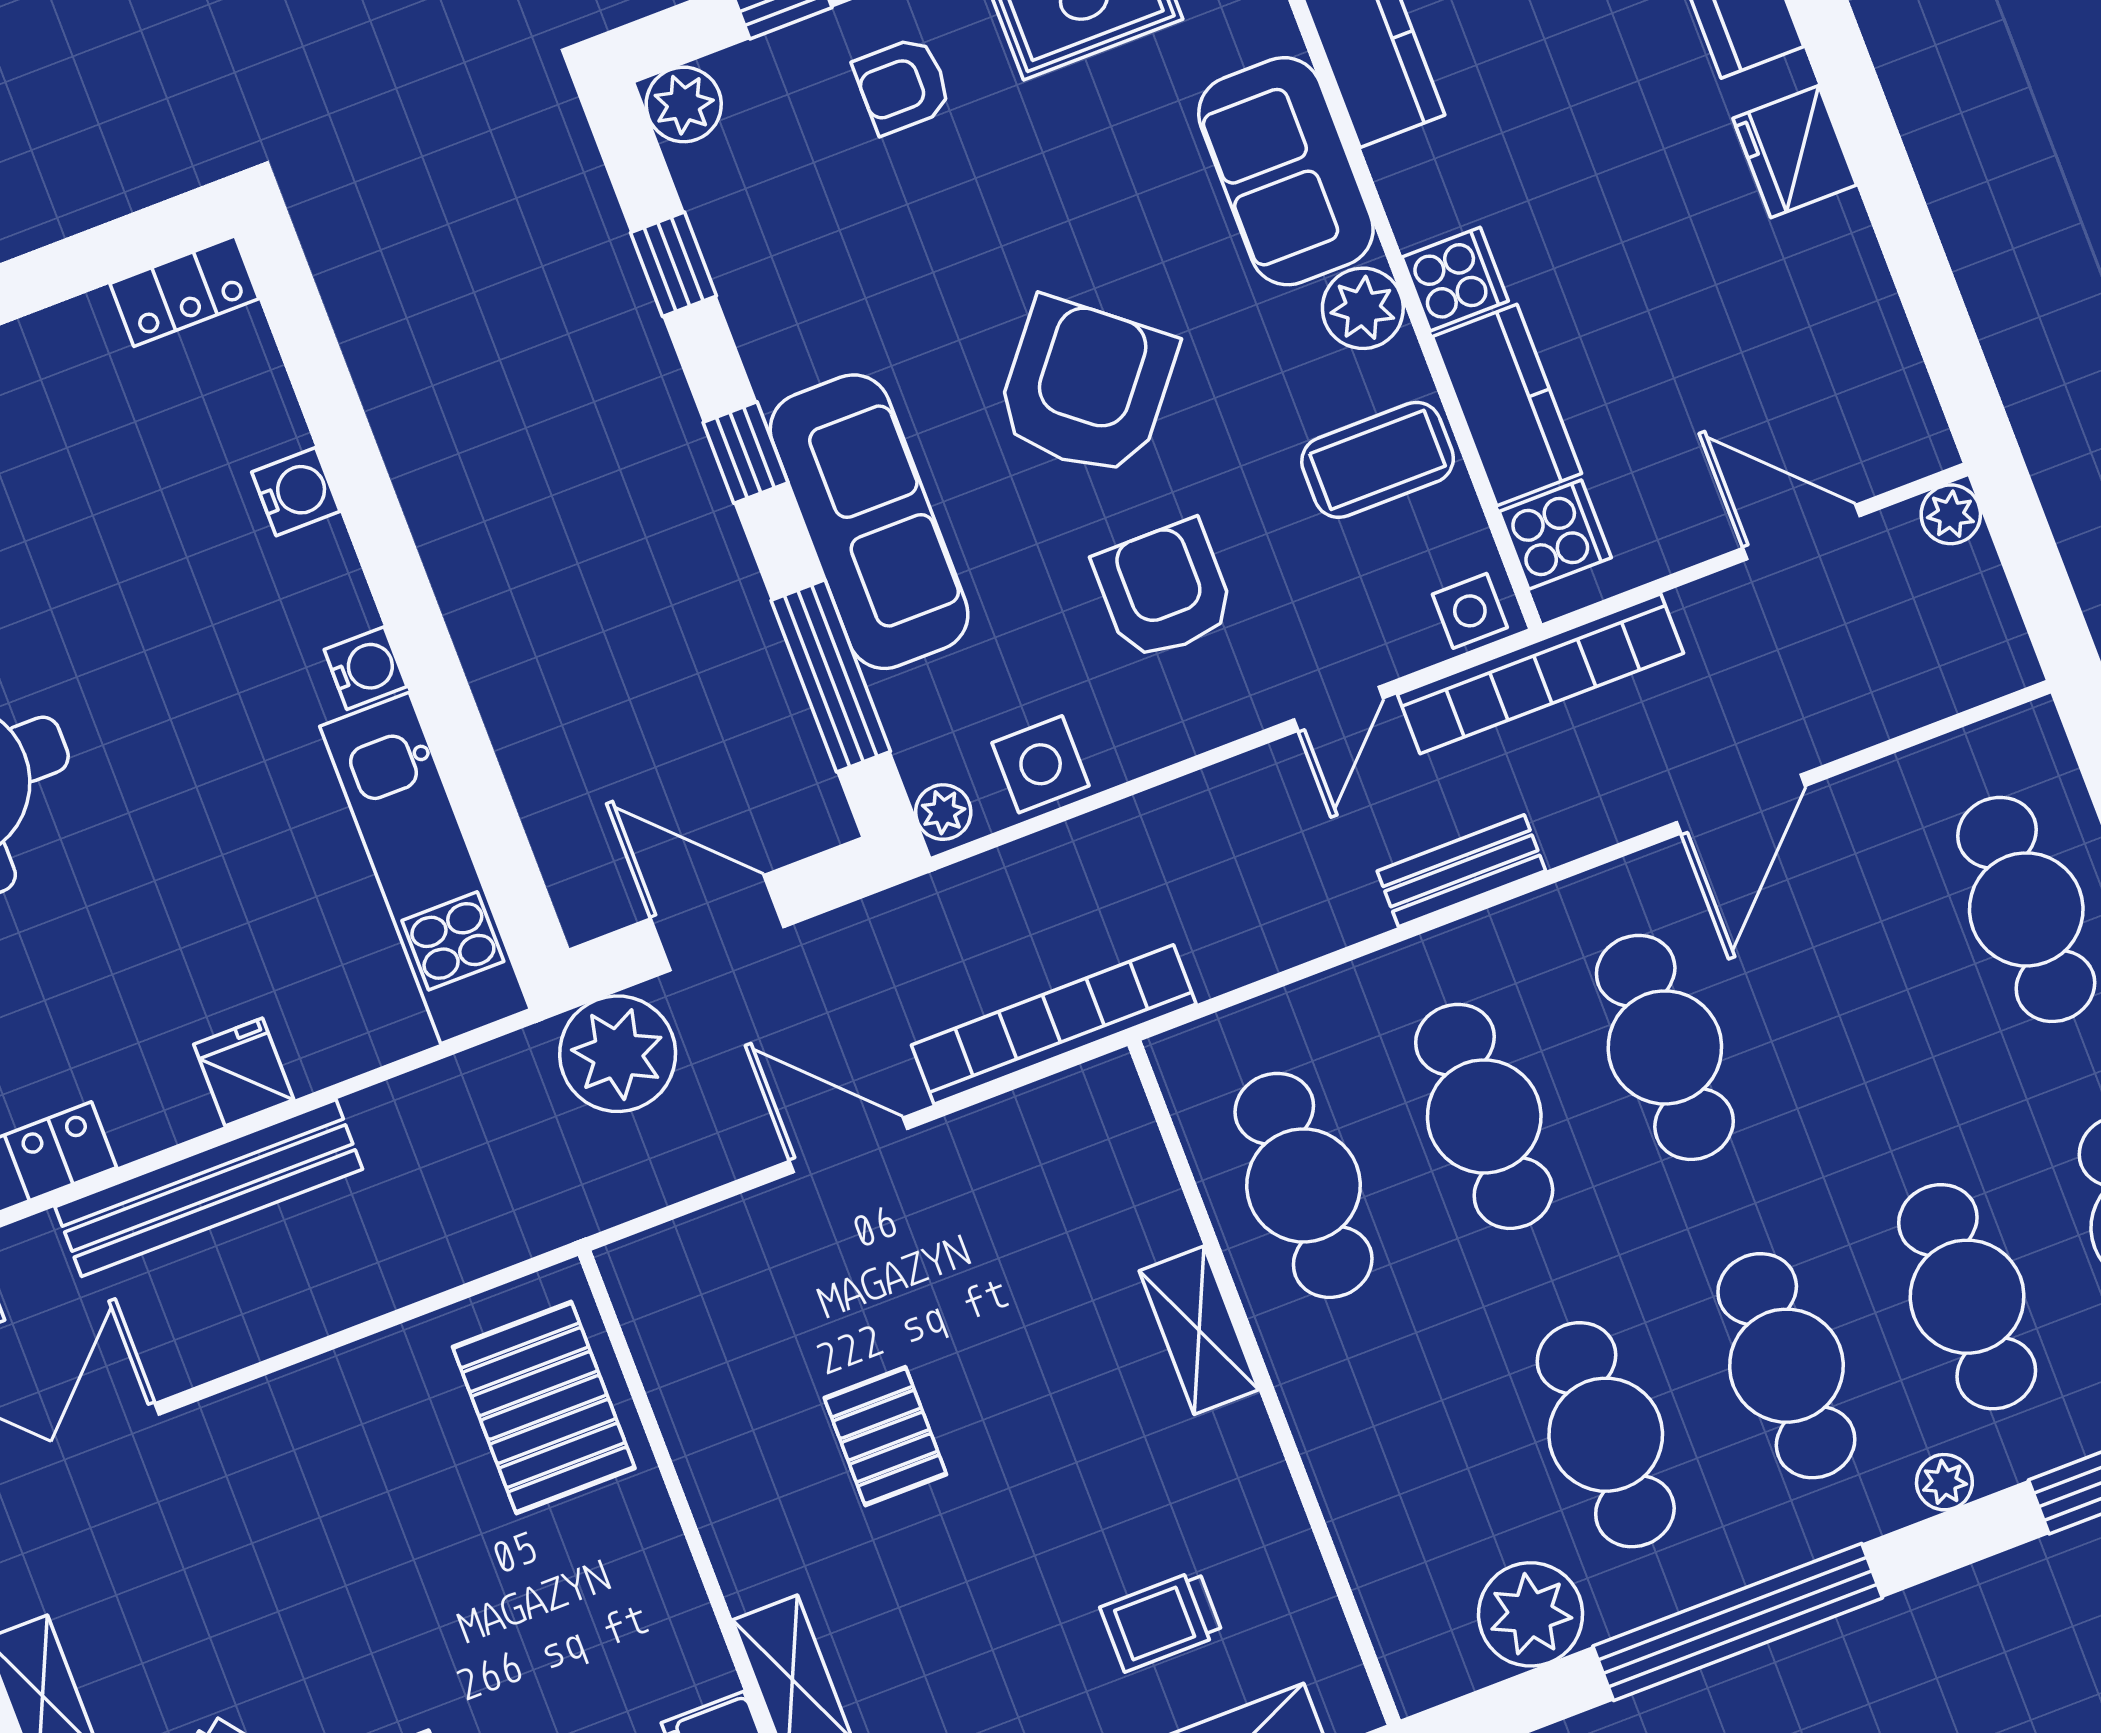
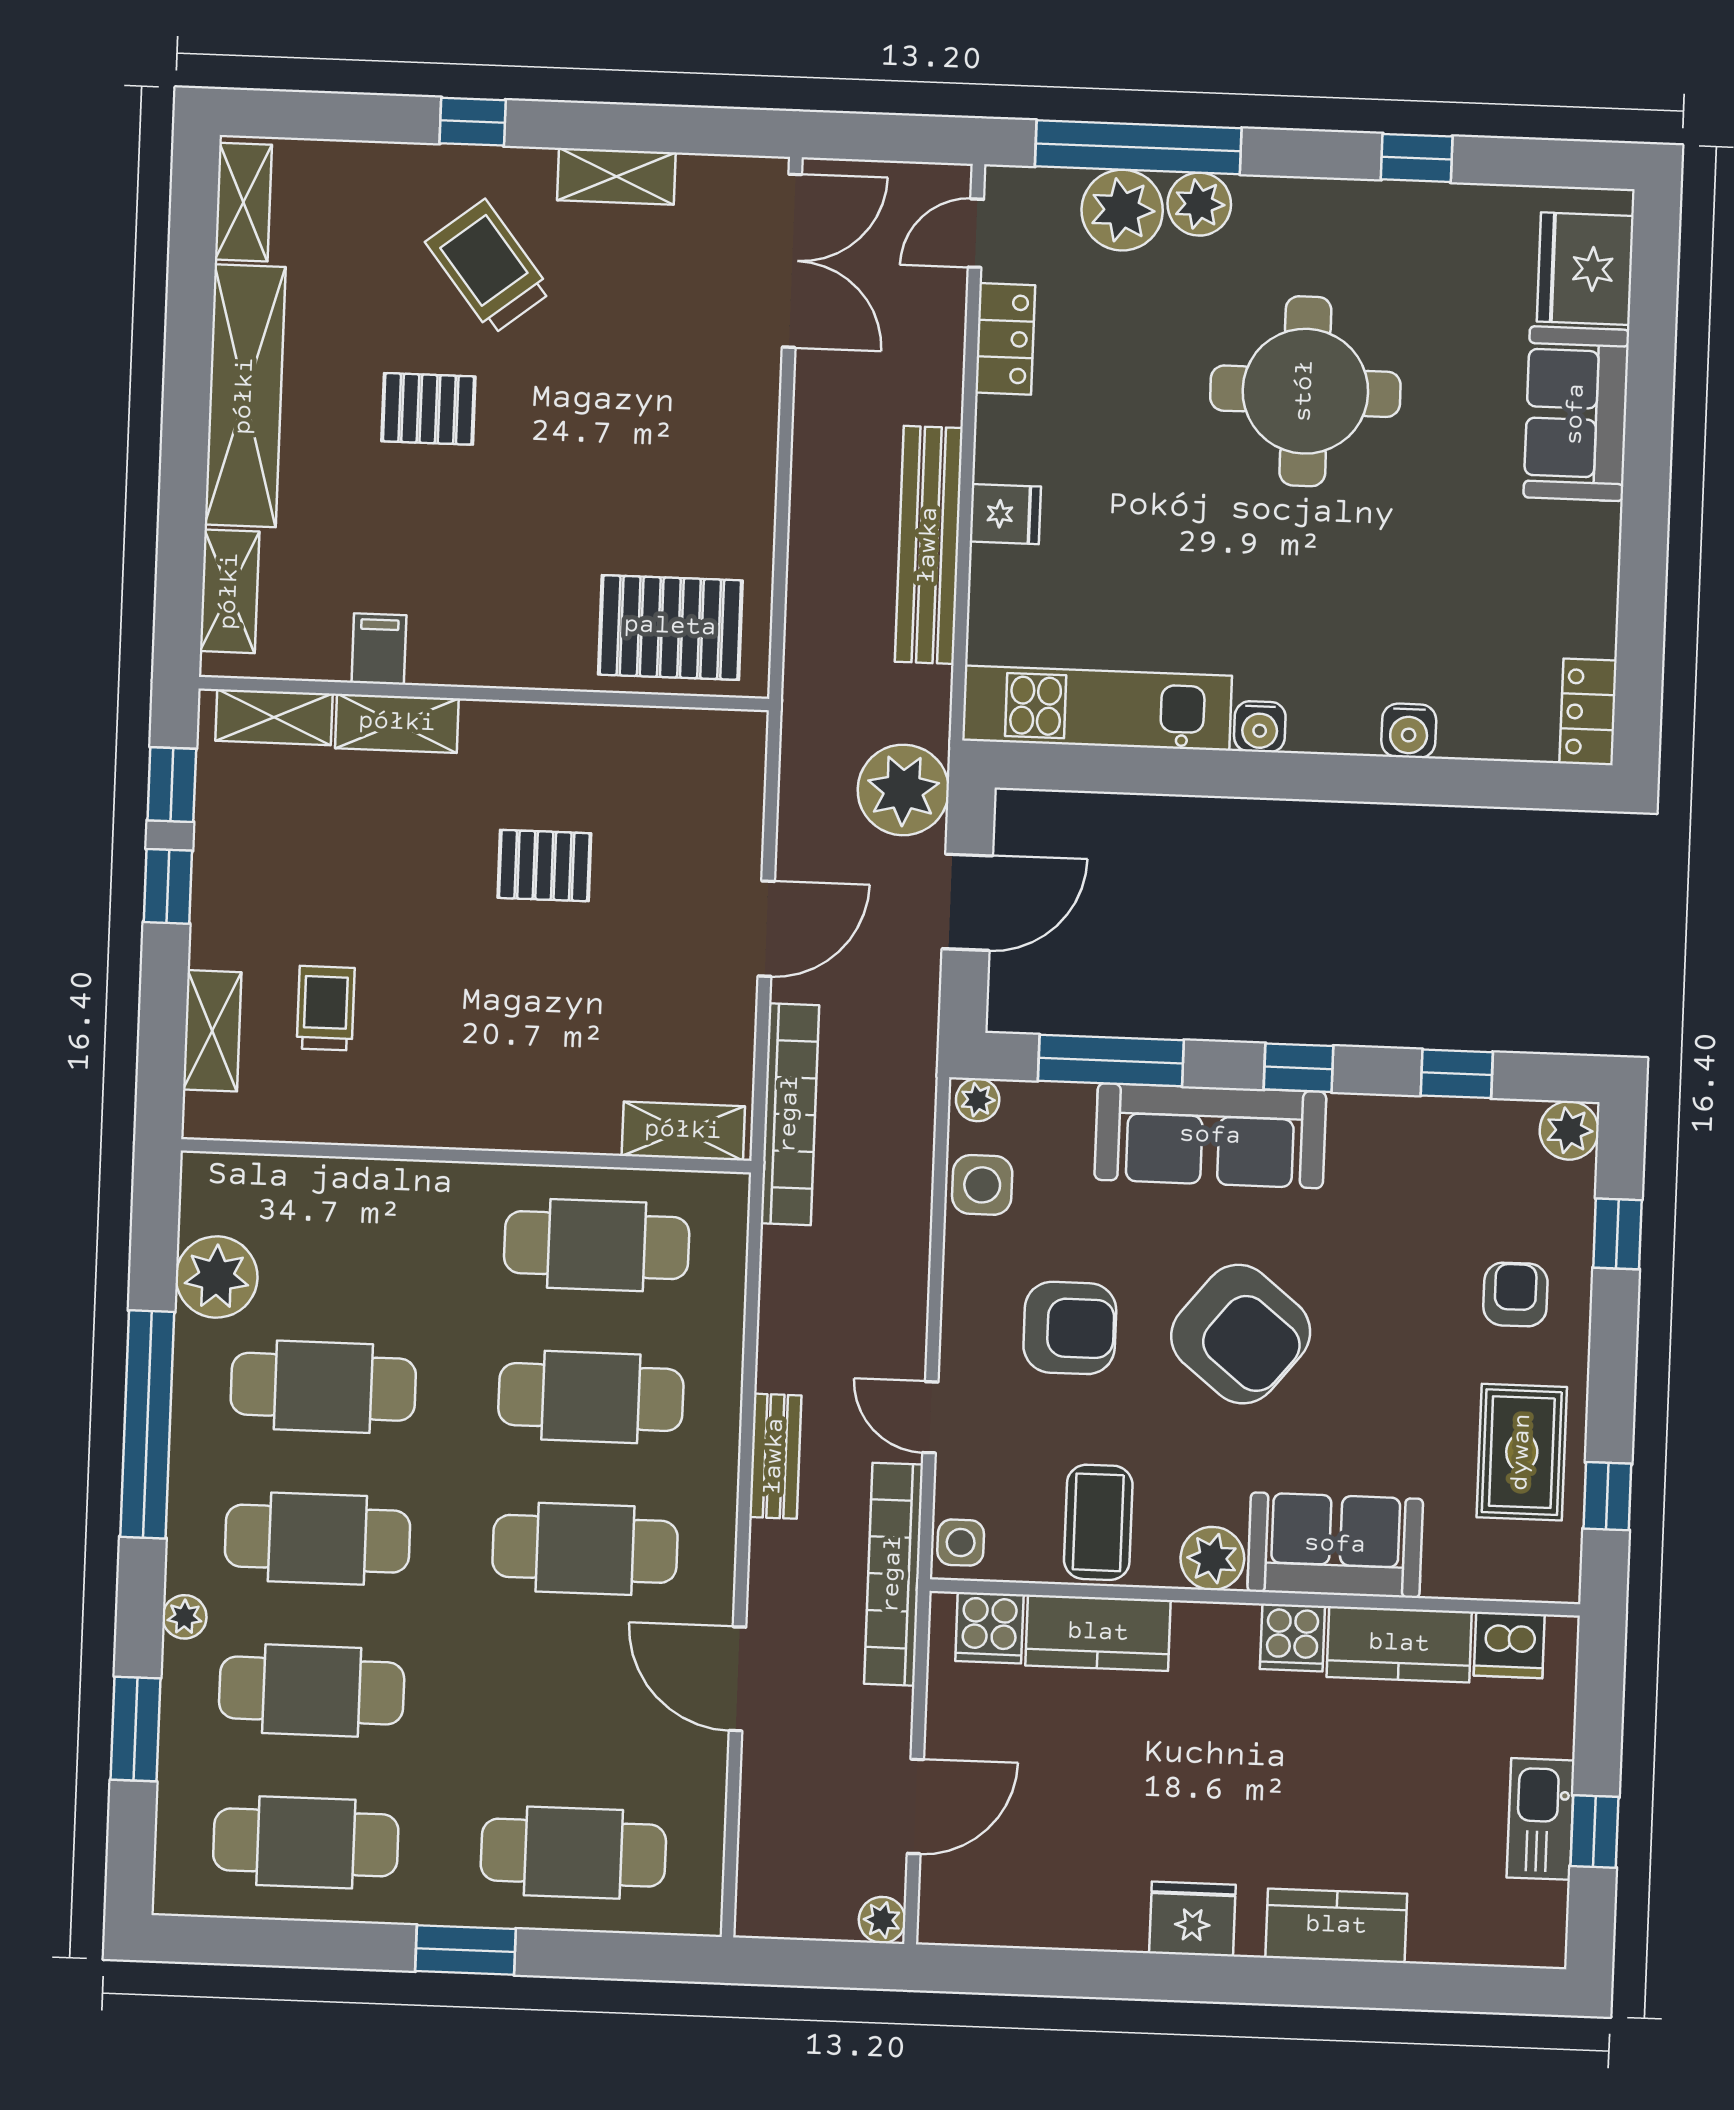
cooker: (1455, 279) -> (1292, 1638), moved
bench: (209, 1188) -> (929, 545), moved
shelving: (1199, 1330) -> (683, 1131), moved

